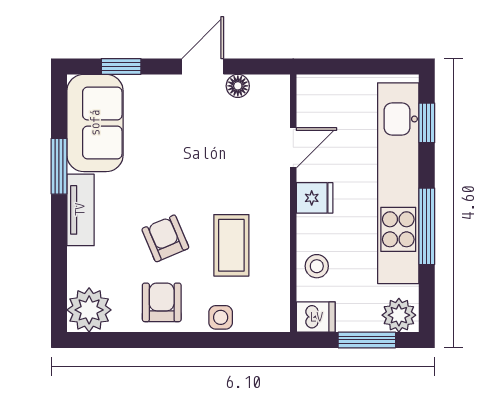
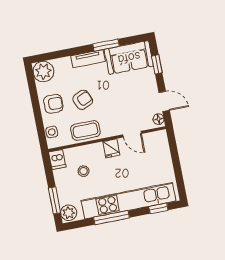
door: (293, 148) -> (132, 134), moved
fridge: (315, 198) -> (111, 148), moved
wall: (293, 203) -> (107, 139), moved
dishwasher: (316, 317) -> (57, 159), moved

